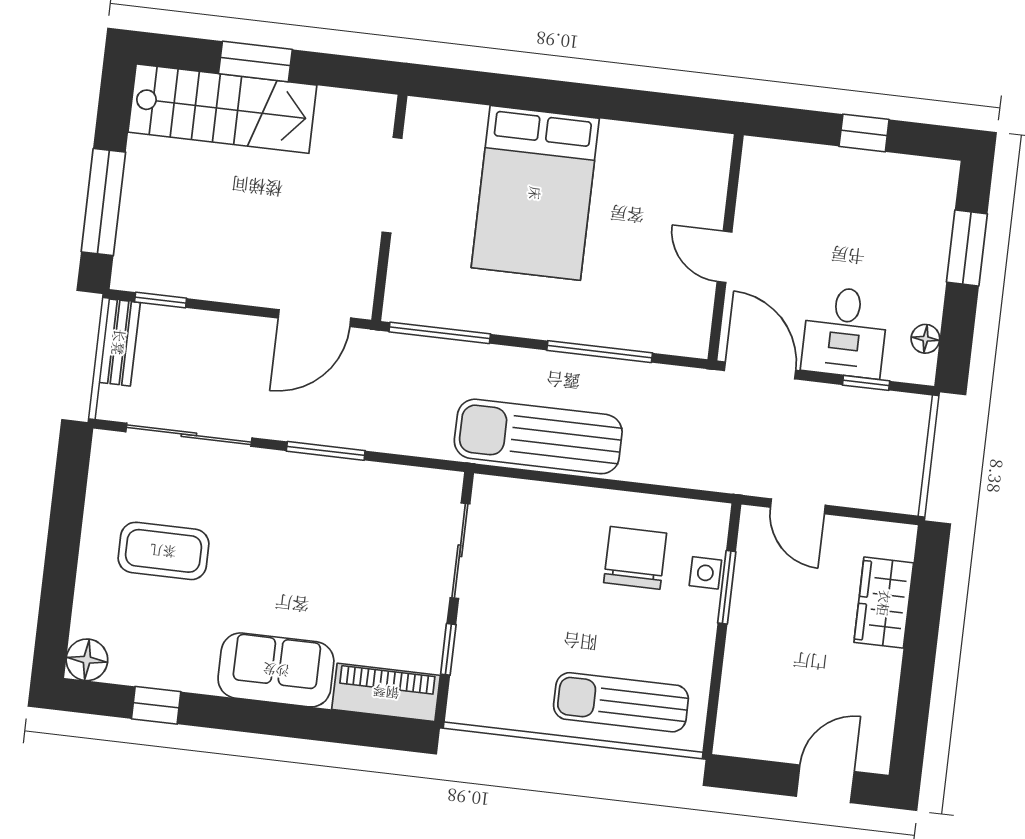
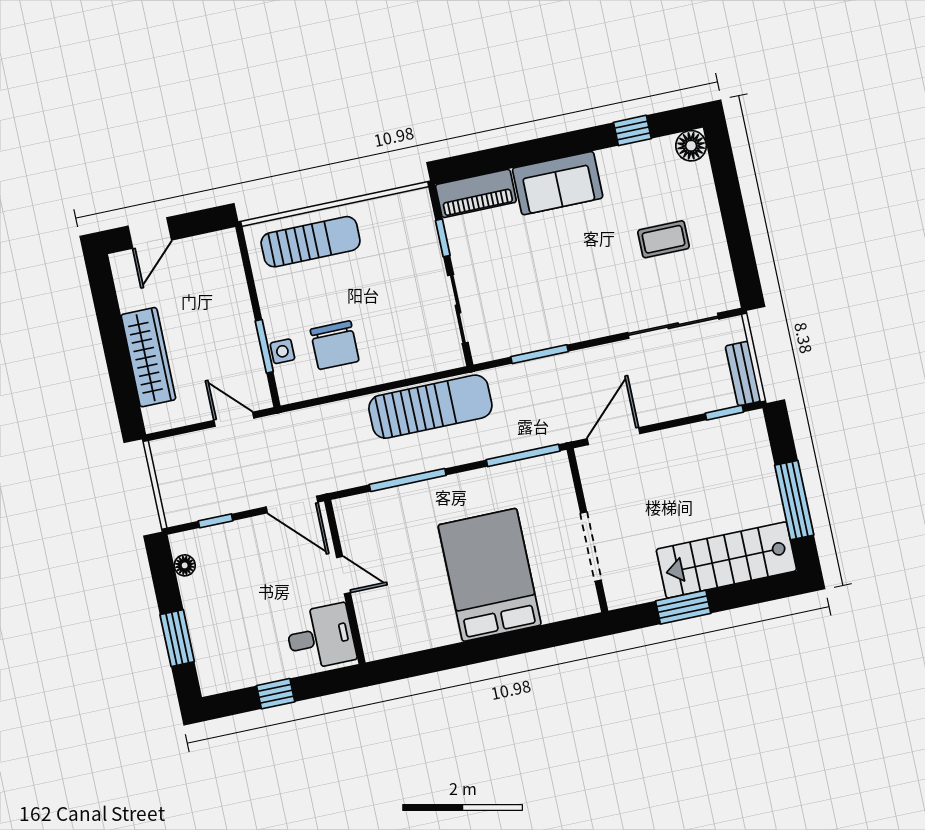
window: (255, 61) -> (683, 607), moved
window: (103, 202) -> (794, 500), moved
desk: (845, 332) -> (321, 637), moved, turned 90
window: (326, 451) -> (540, 354), moved
coffee table: (163, 551) -> (664, 239), width x0.73, depth x0.77
wardrobe: (884, 603) -> (148, 357), width x1.50

